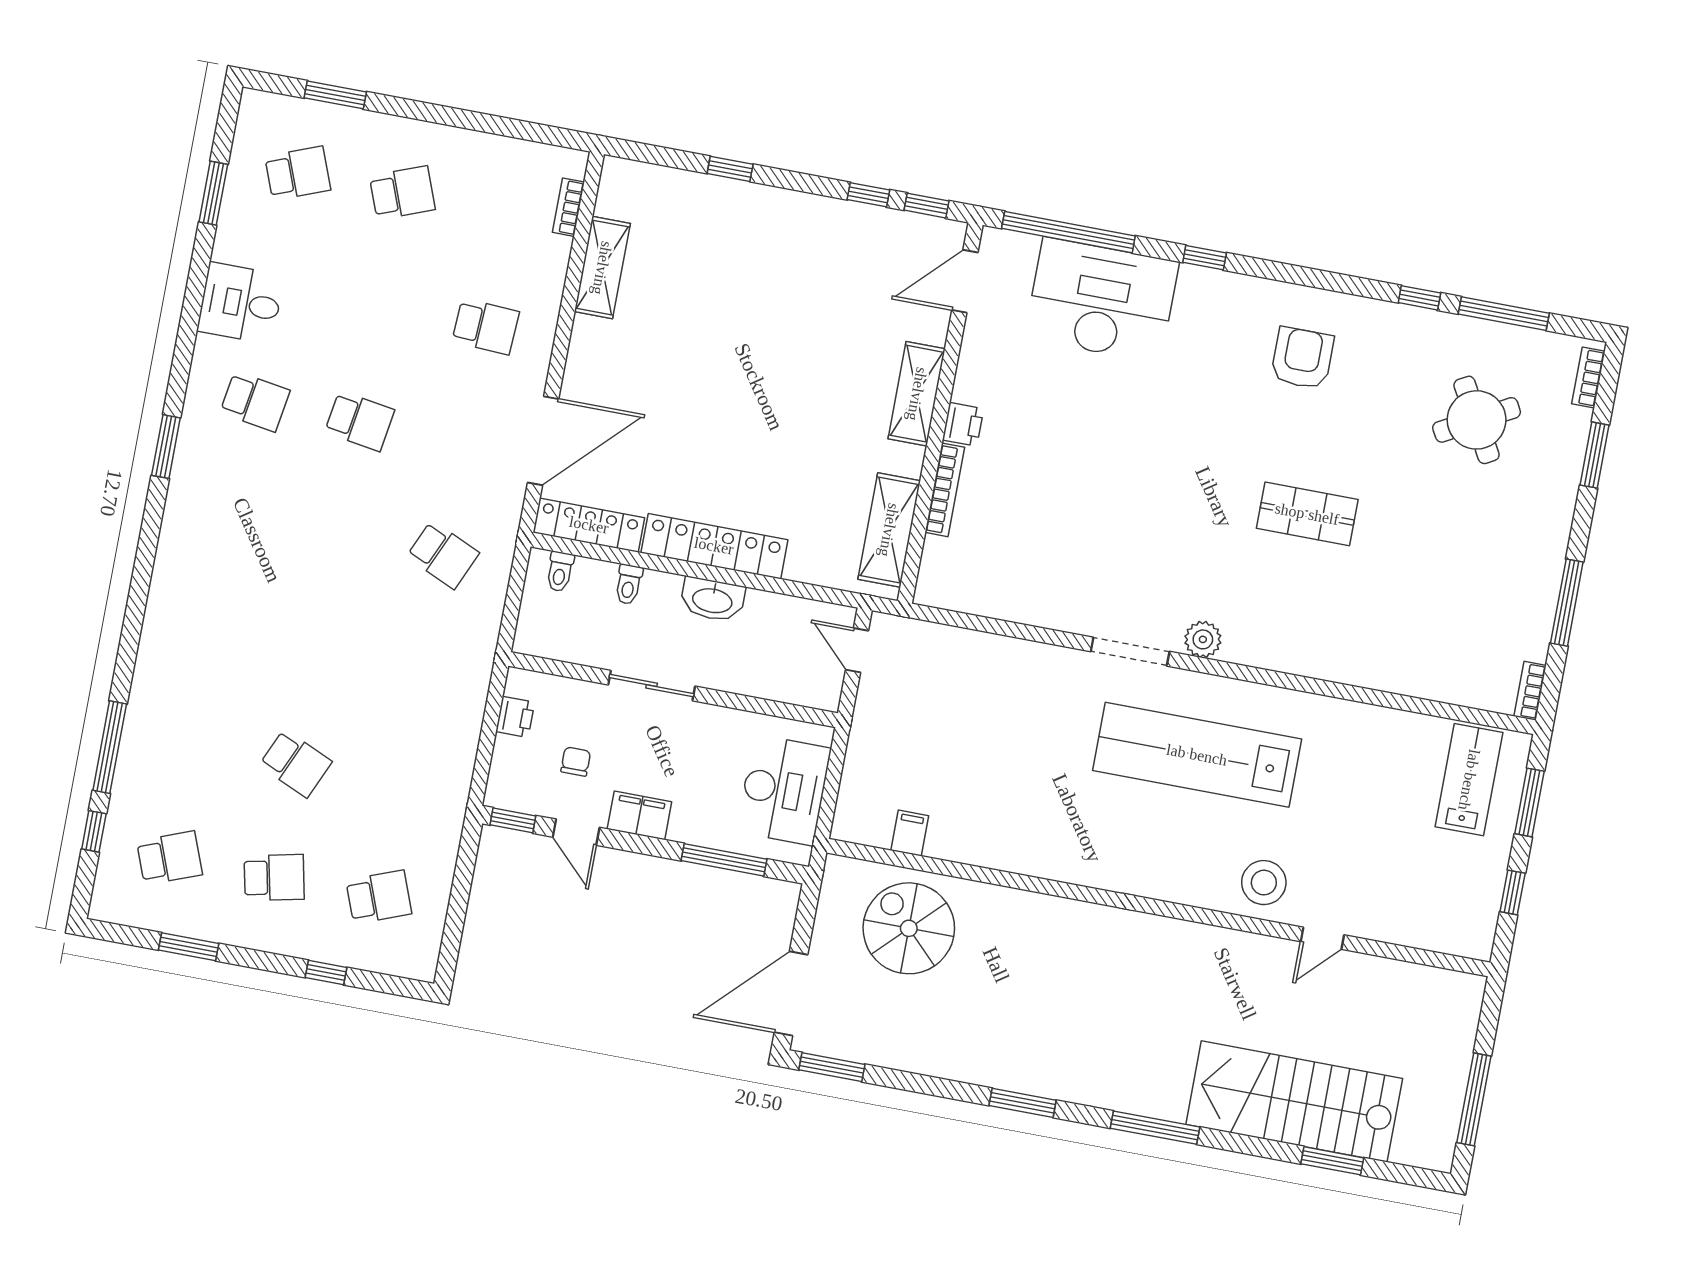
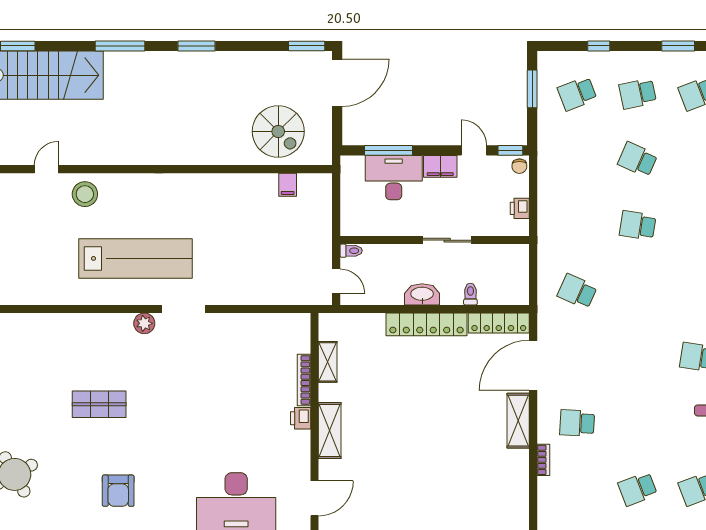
bookcase: (568, 207) -> (543, 460), moved
shelving: (602, 268) -> (518, 421), moved
school desk: (360, 421) -> (638, 225), moved
shelving: (889, 530) -> (328, 362), width x0.67, depth x0.75
toilet: (560, 572) -> (351, 251), moved, turned 90
chair: (576, 762) -> (519, 166), moved
desk: (784, 790) -> (394, 178), moved, turned 90
window: (455, 920) -> (532, 89), added

